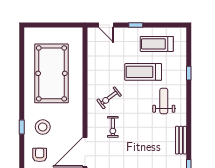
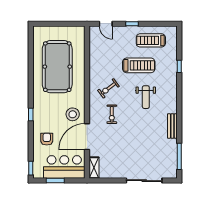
treadmill: (143, 72) -> (139, 65), turned 180
weight bench: (164, 101) -> (146, 97), moved, turned 180
stool: (43, 127) -> (73, 114), moved

